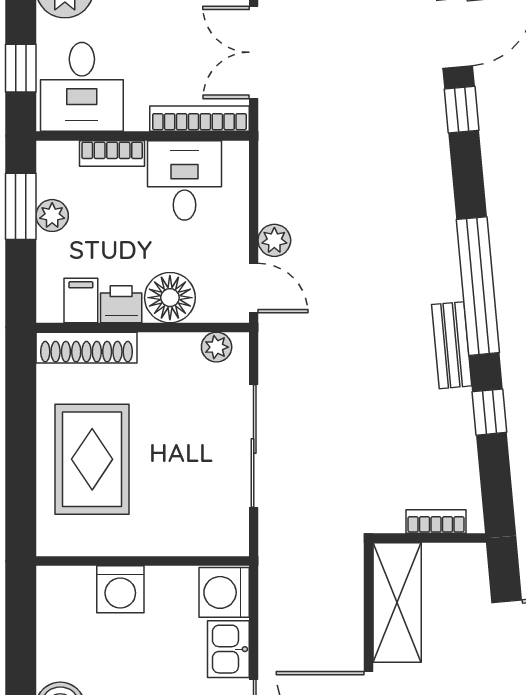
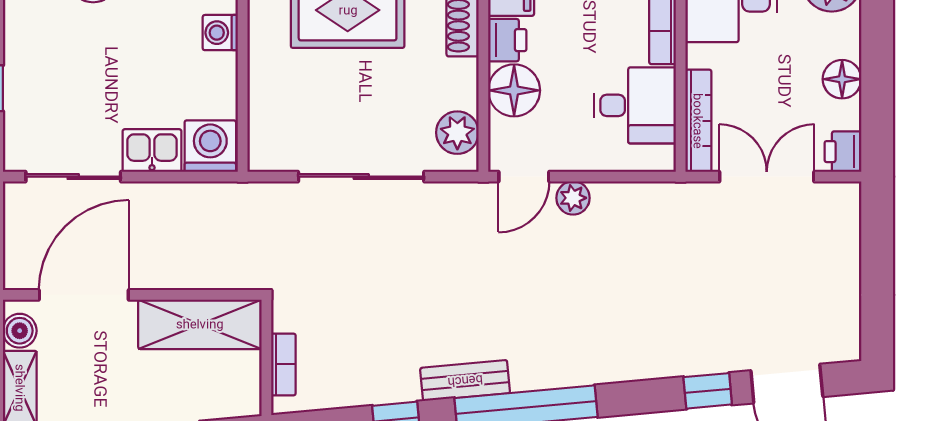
plant: (217, 347) -> (457, 133), width x1.38, depth x1.38
washing machine: (120, 589) -> (220, 33), width x0.73, depth x0.73

